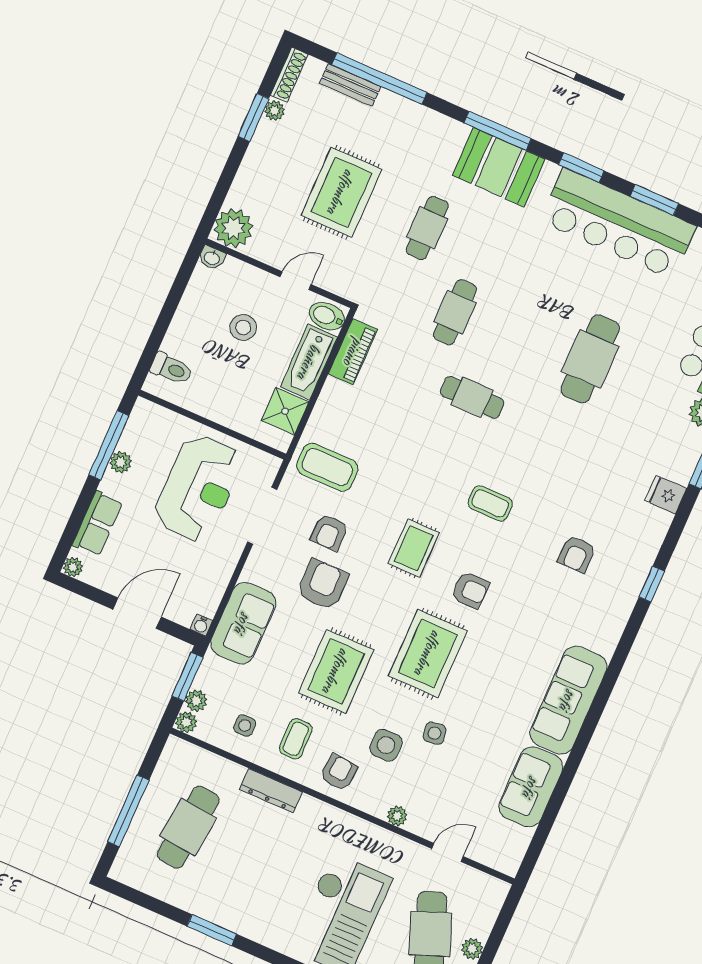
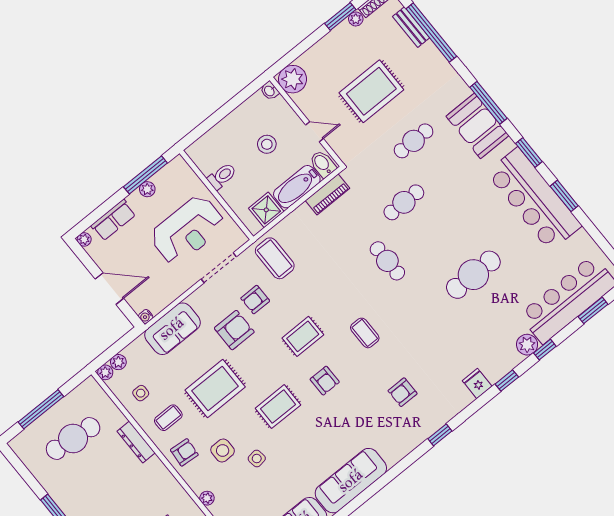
toilet: (171, 369) -> (222, 176), moved, turned -90
rug: (428, 653) -> (278, 407), width x0.73, depth x0.70
window: (188, 677) -> (121, 344), removed

